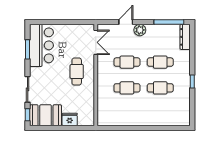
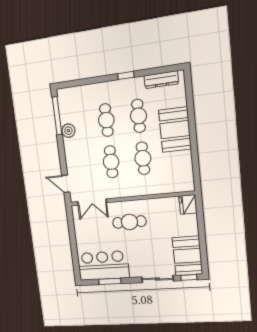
door: (126, 22) -> (66, 184), moved
plant: (140, 30) -> (68, 131), moved
dresser: (185, 37) -> (161, 80), moved
double door: (96, 42) -> (92, 202), swing flipped
booth: (146, 115) -> (175, 130), added
fridge: (70, 119) -> (188, 204), moved

